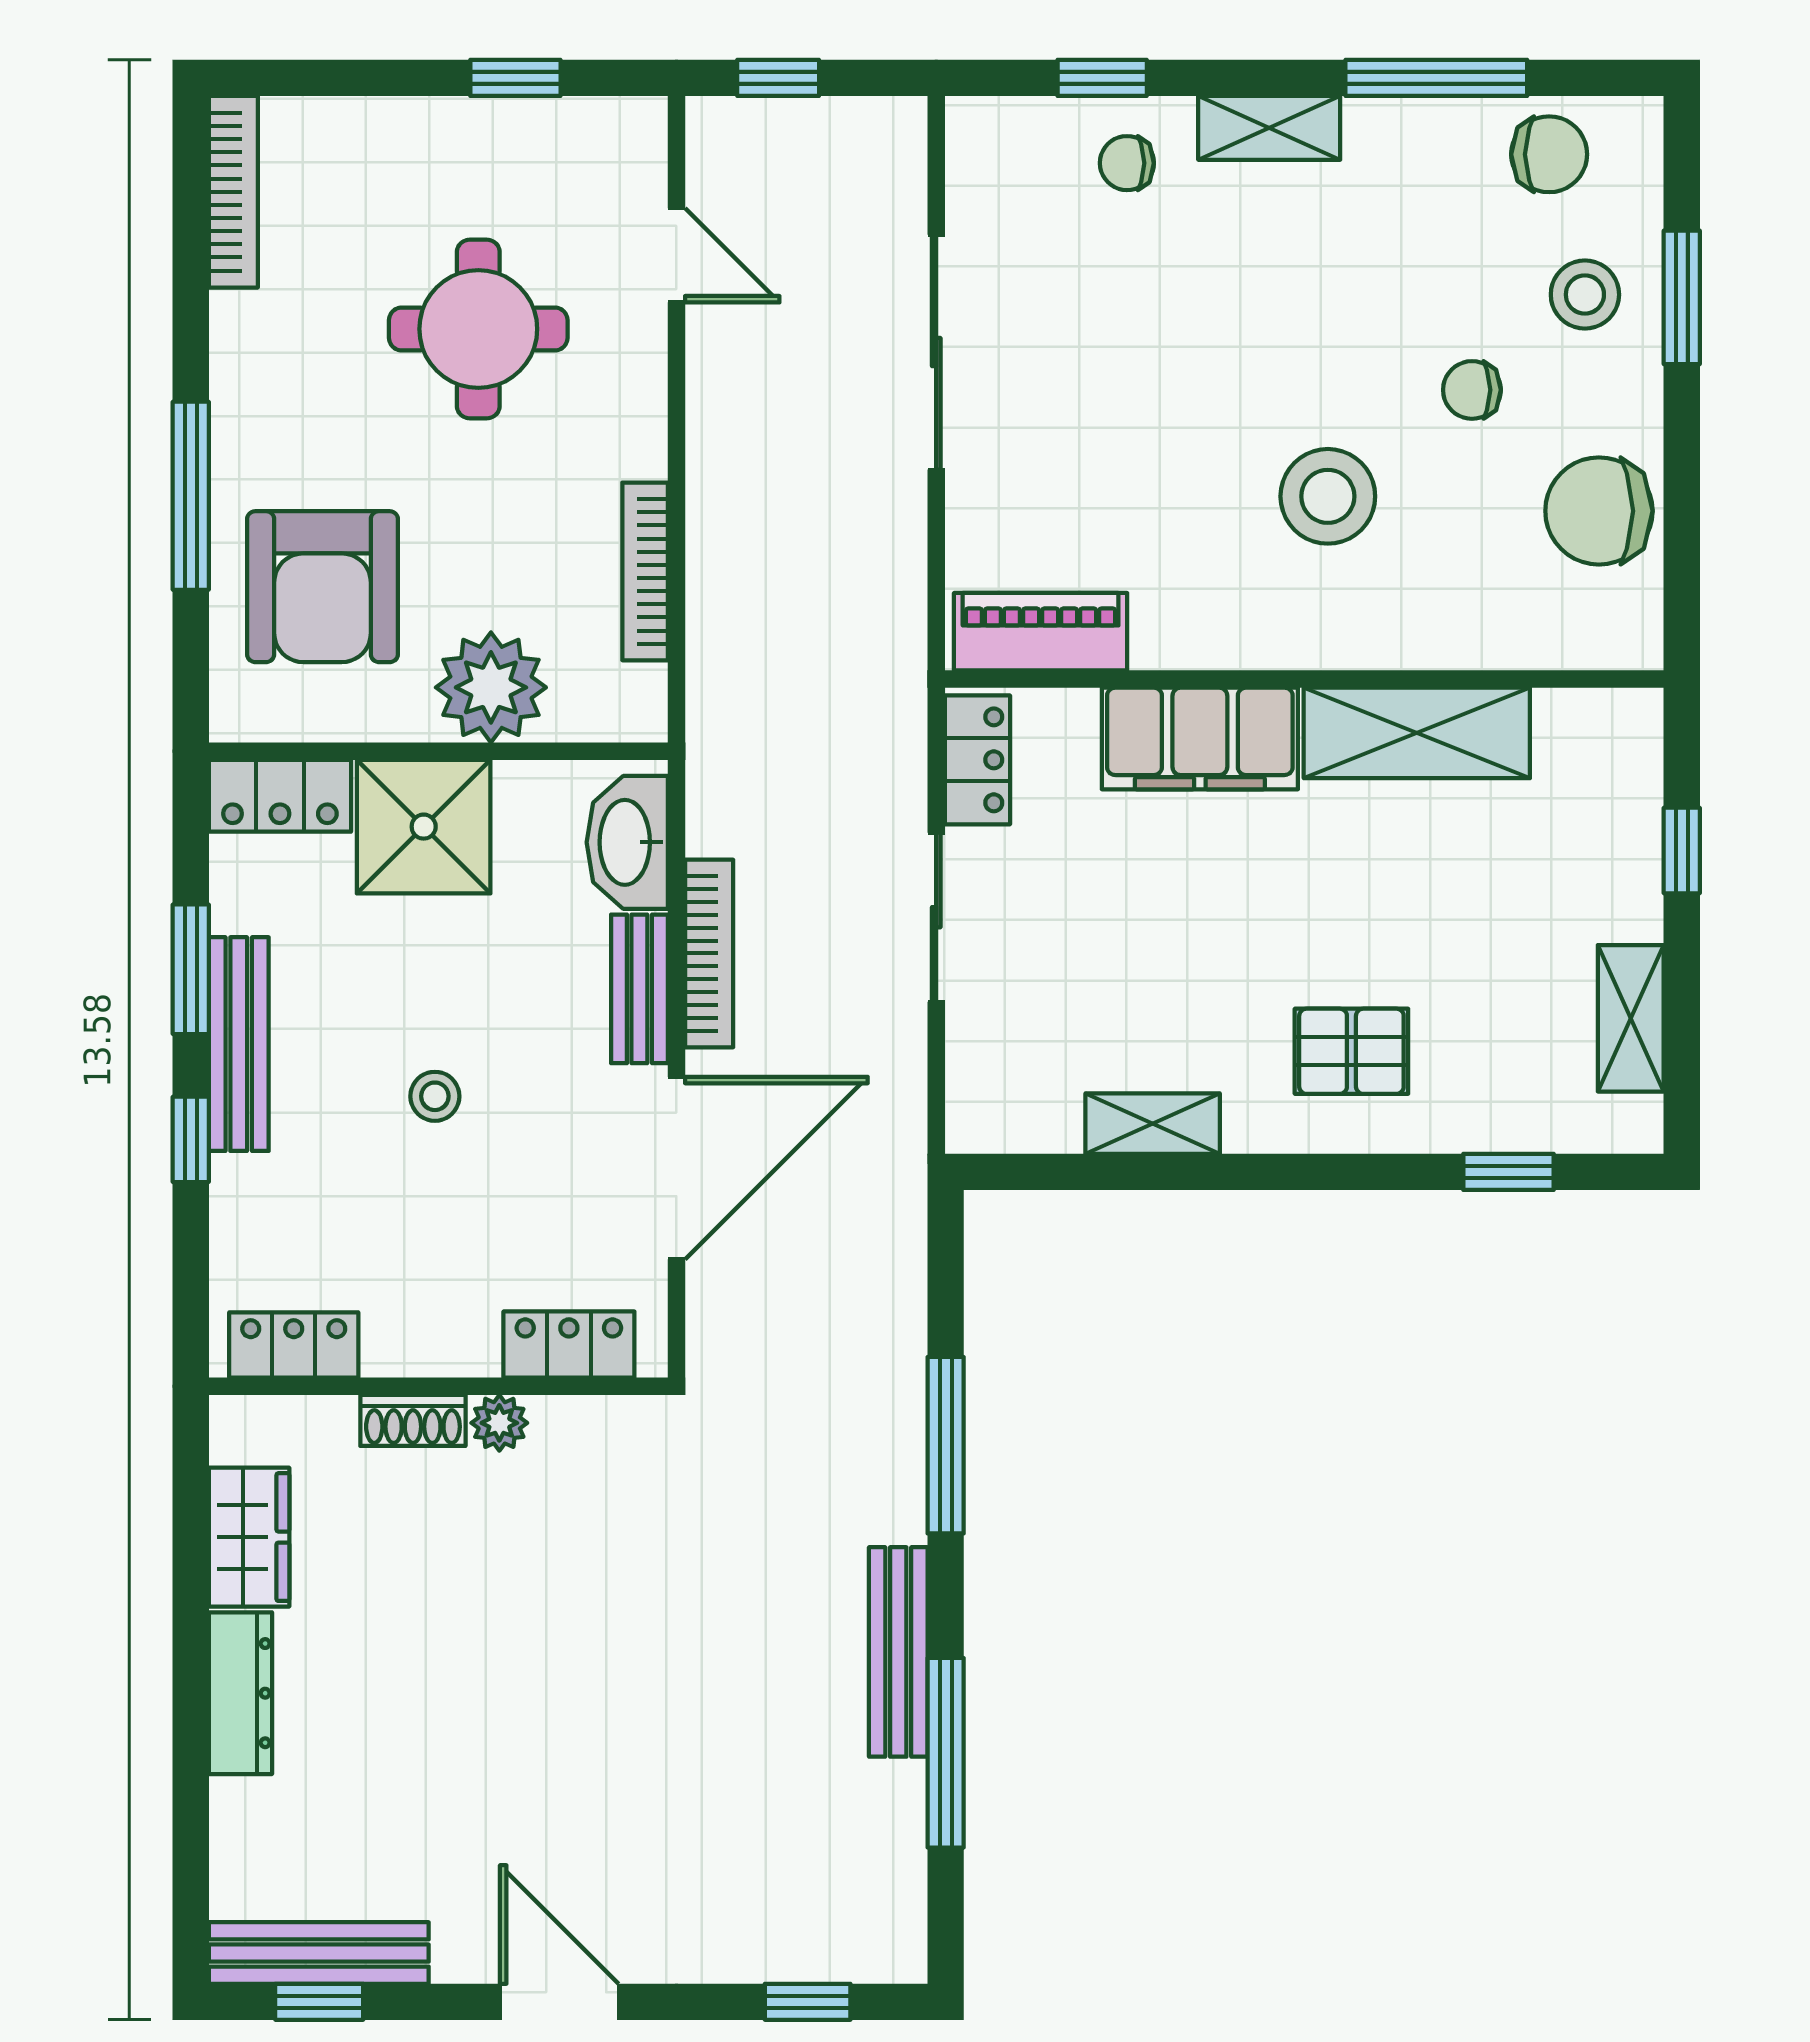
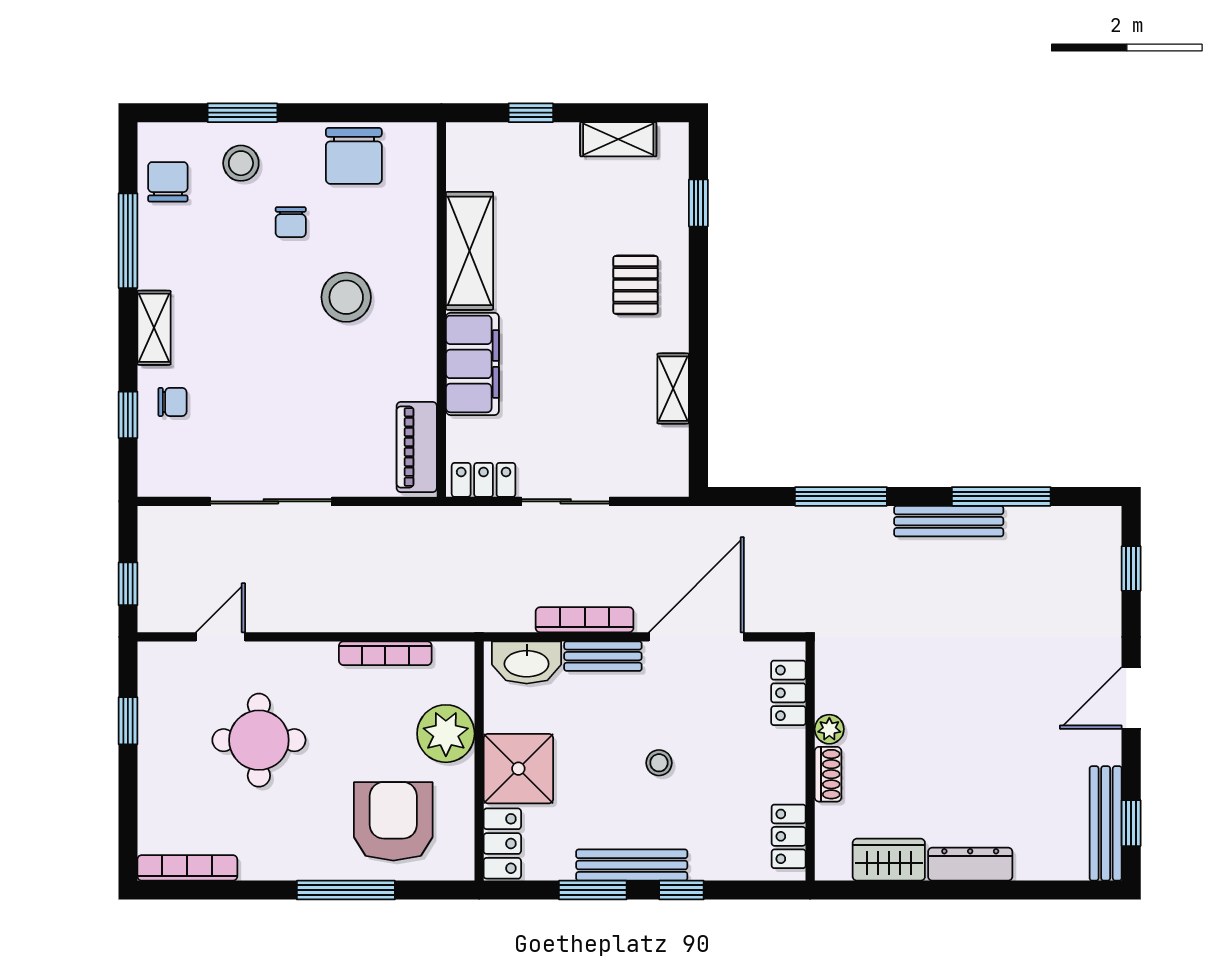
chair: (1127, 163) -> (172, 402), turned -90
armchair: (323, 587) -> (393, 821), turned -90
door: (676, 1168) -> (696, 637), hinge flipped

